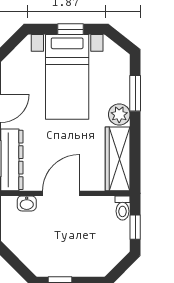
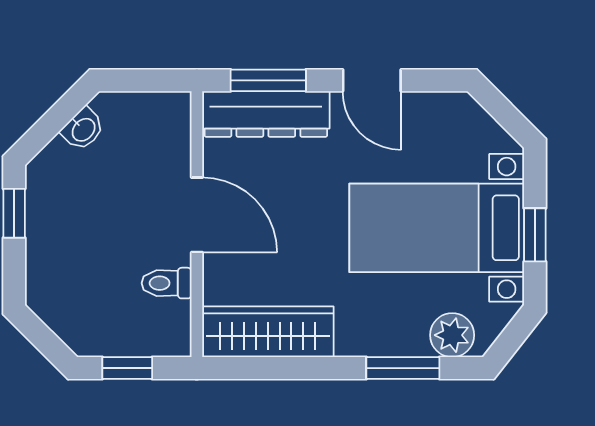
plant: (119, 115) -> (452, 335), moved
washbasin: (27, 203) -> (83, 129), moved, turned -135
toilet: (123, 208) -> (167, 283), moved

